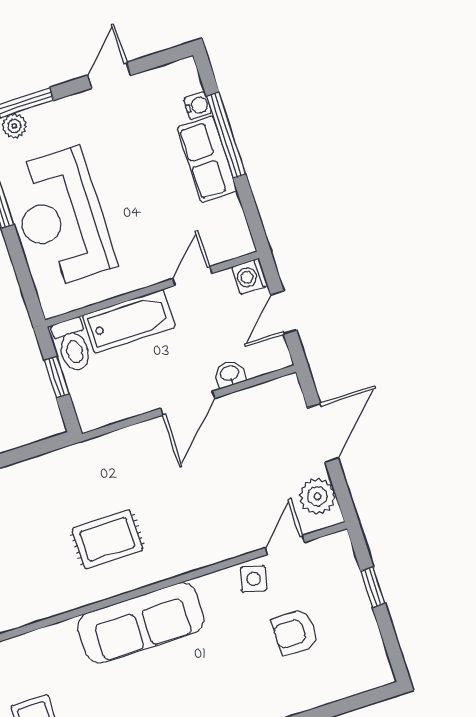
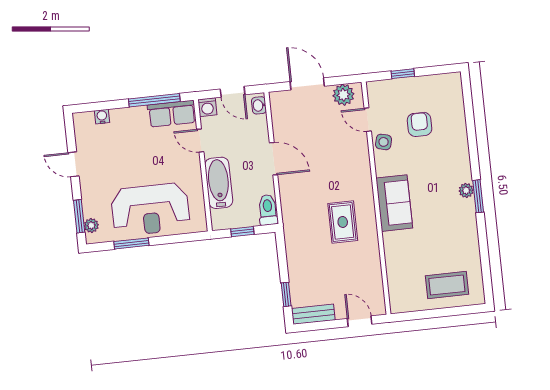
window: (226, 135) -> (154, 100), moved
row of seats: (207, 159) -> (172, 114), moved
toilet: (73, 345) -> (268, 210), moved, turned -90
washbasin: (230, 374) -> (259, 105), moved
sofa: (141, 623) -> (394, 203), width x0.73
armchair: (295, 632) -> (420, 124), turned 180

